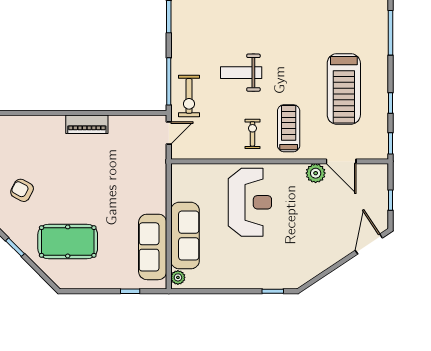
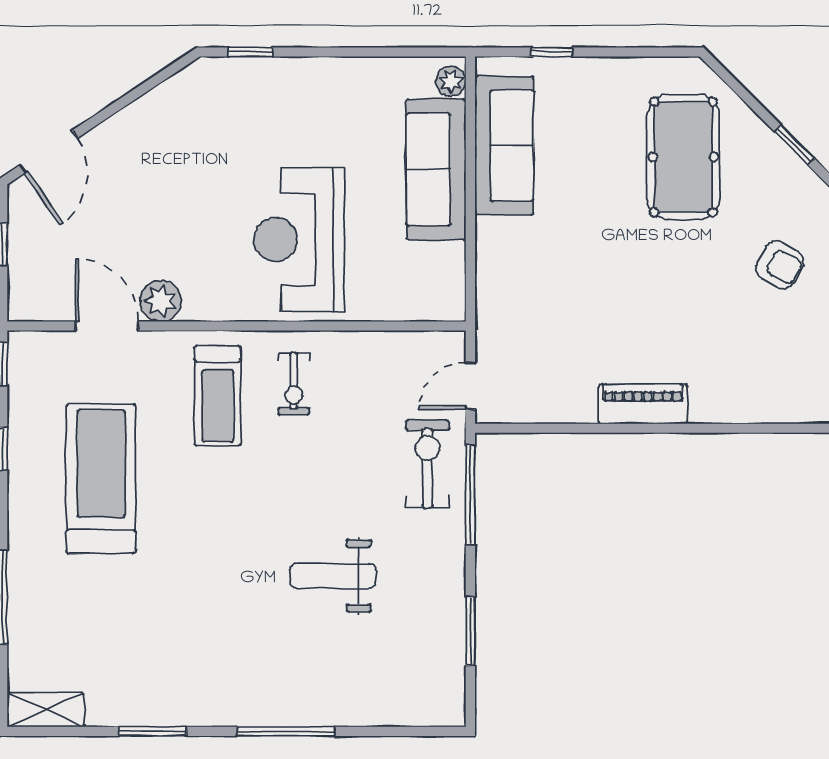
weight bench: (241, 73) -> (333, 576), moved, turned 180
pool table: (68, 241) -> (683, 157), turned 90

